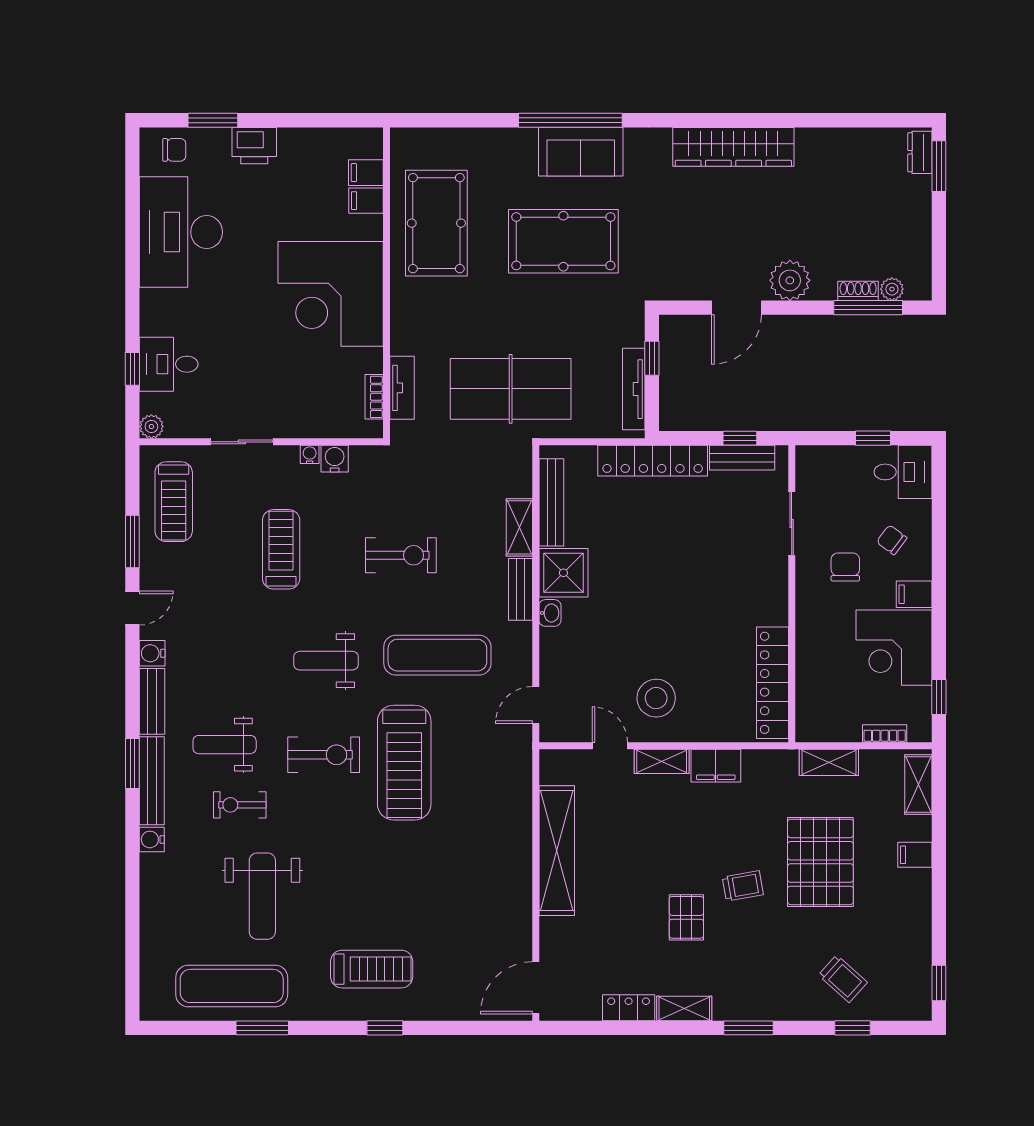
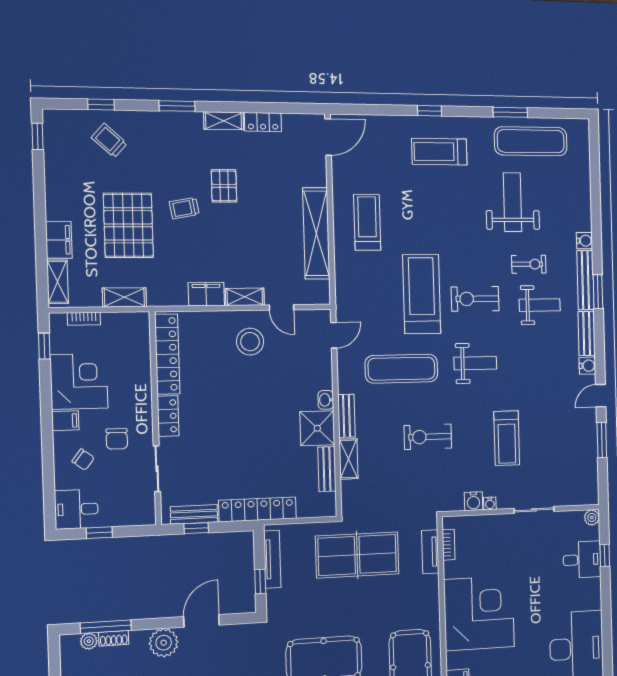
treadmill: (174, 502) -> (367, 222), moved
bench: (551, 502) -> (327, 469), width x0.73
locker: (774, 596) -> (168, 416), added
filing cabinet: (915, 855) -> (59, 240), width x2.00

